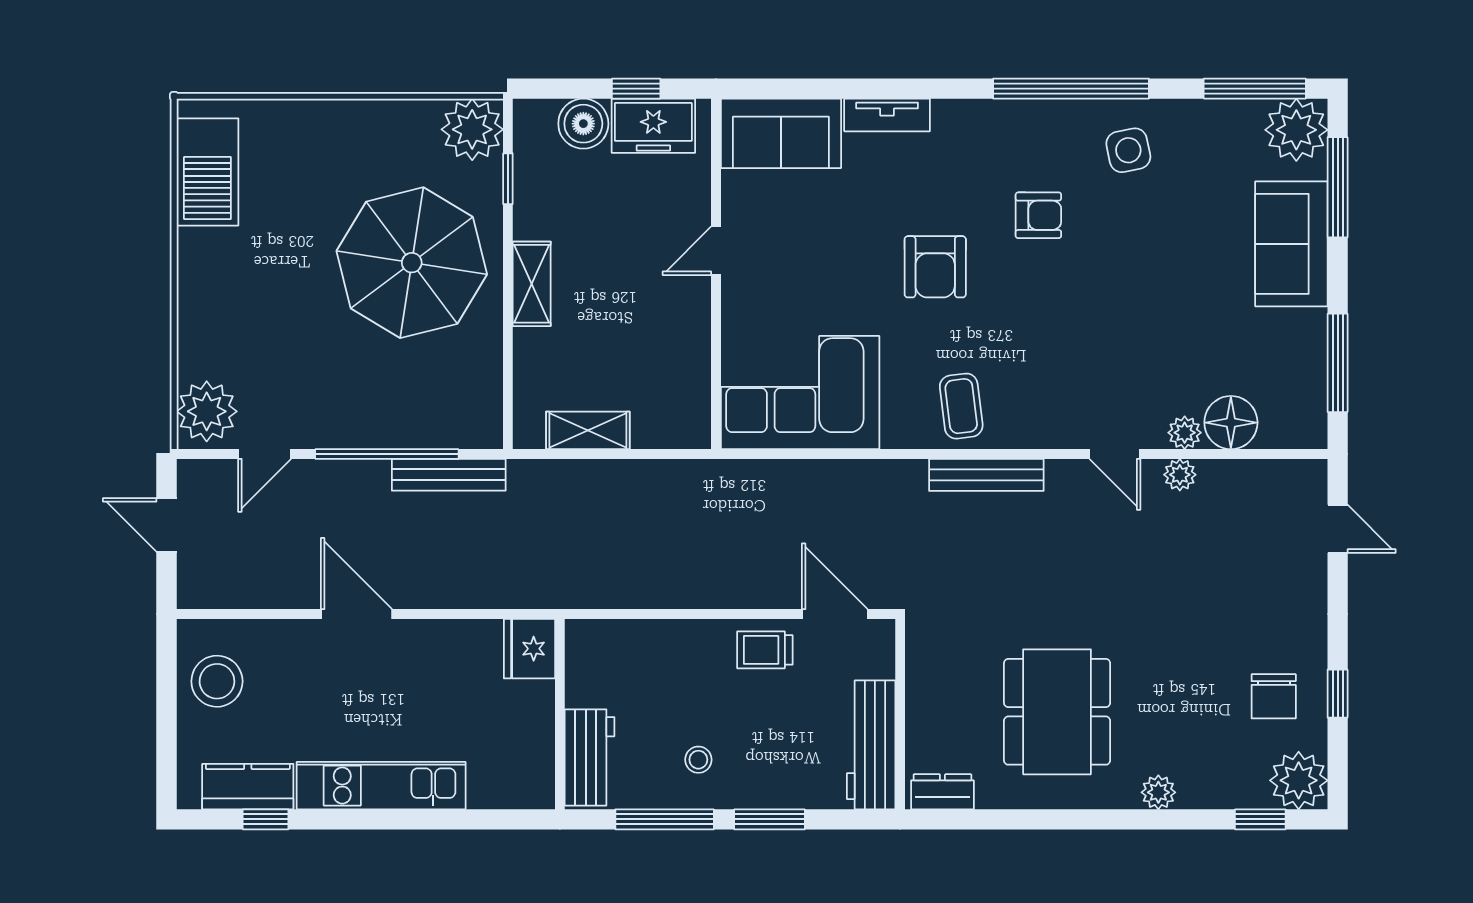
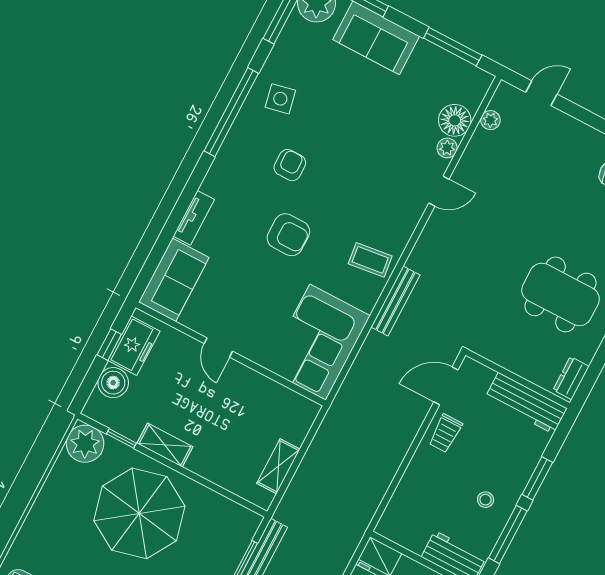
shelving: (532, 284) -> (165, 445), moved
bench: (986, 475) -> (395, 301), moved
plant: (1180, 475) -> (490, 120), moved

